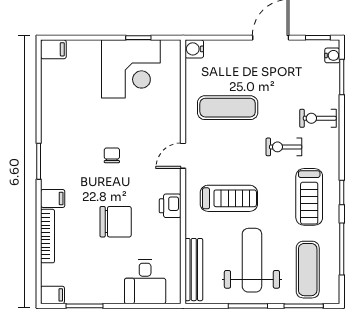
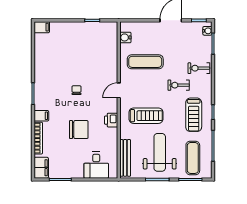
water cooler: (194, 49) -> (125, 37), moved
corner desk: (131, 69) -> (88, 39), removed
filing cabinet: (52, 295) -> (41, 168), width x2.00

